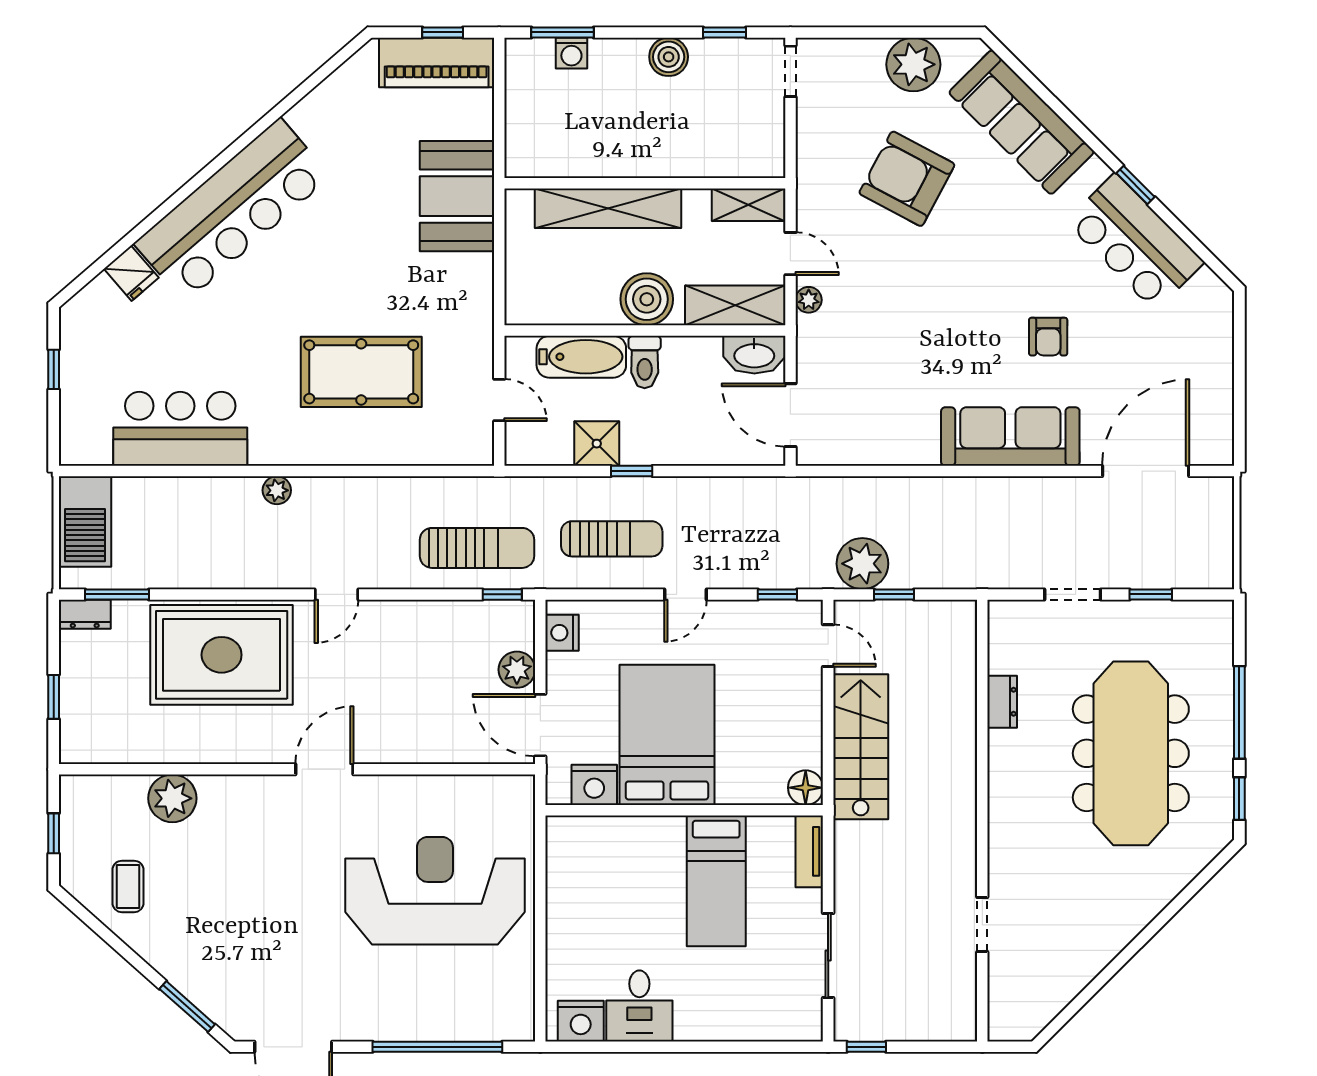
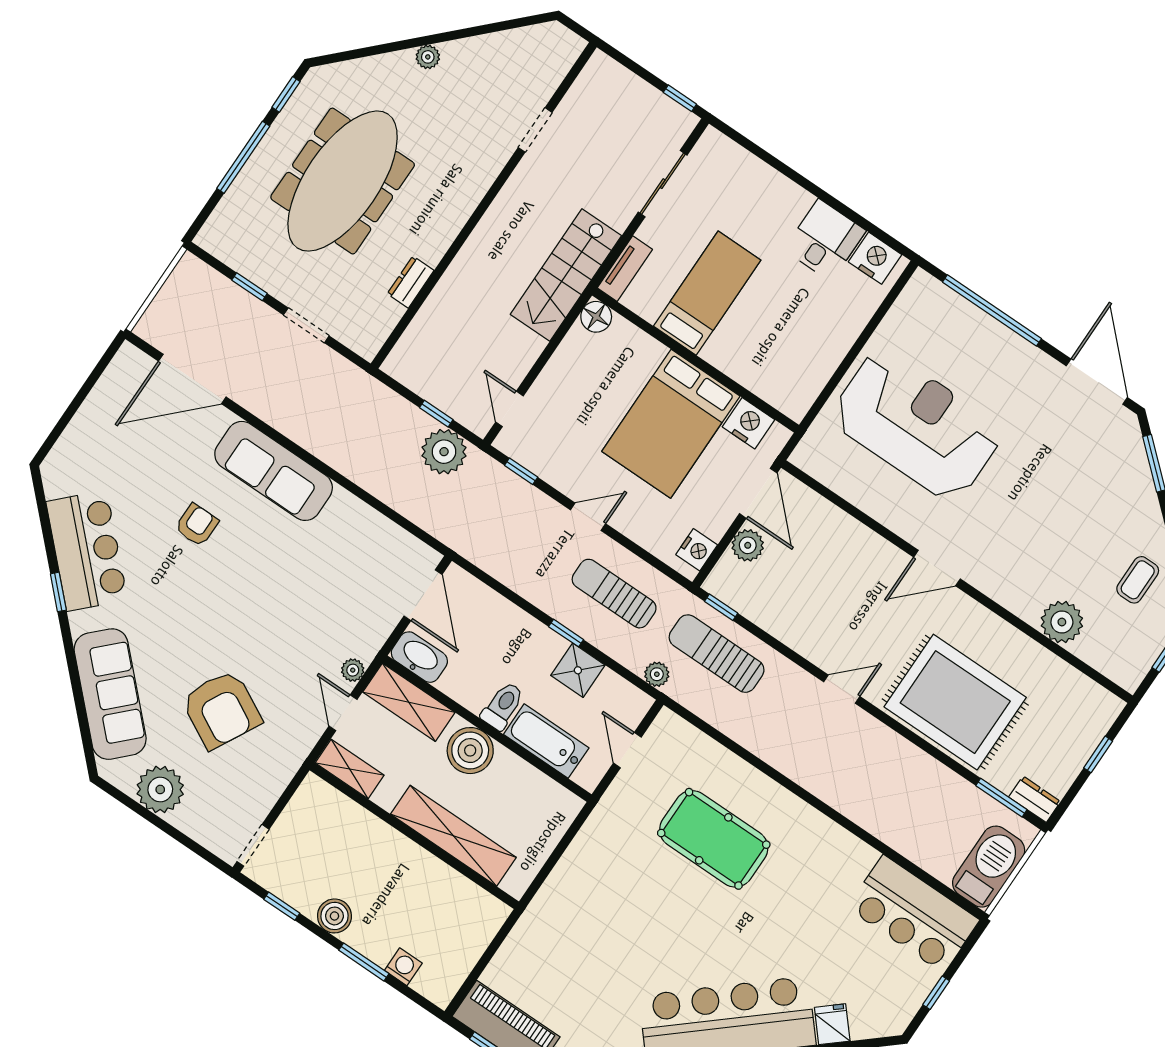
window: (562, 32) -> (364, 962), moved
booth: (457, 196) -> (557, 919), removed
bar counter: (180, 429) -> (913, 914), moved
plant: (277, 490) -> (657, 674), moved
stairs: (861, 747) -> (566, 275), moved
reception desk: (435, 891) -> (917, 425), turned 180
plant: (1130, 925) -> (428, 57), added

